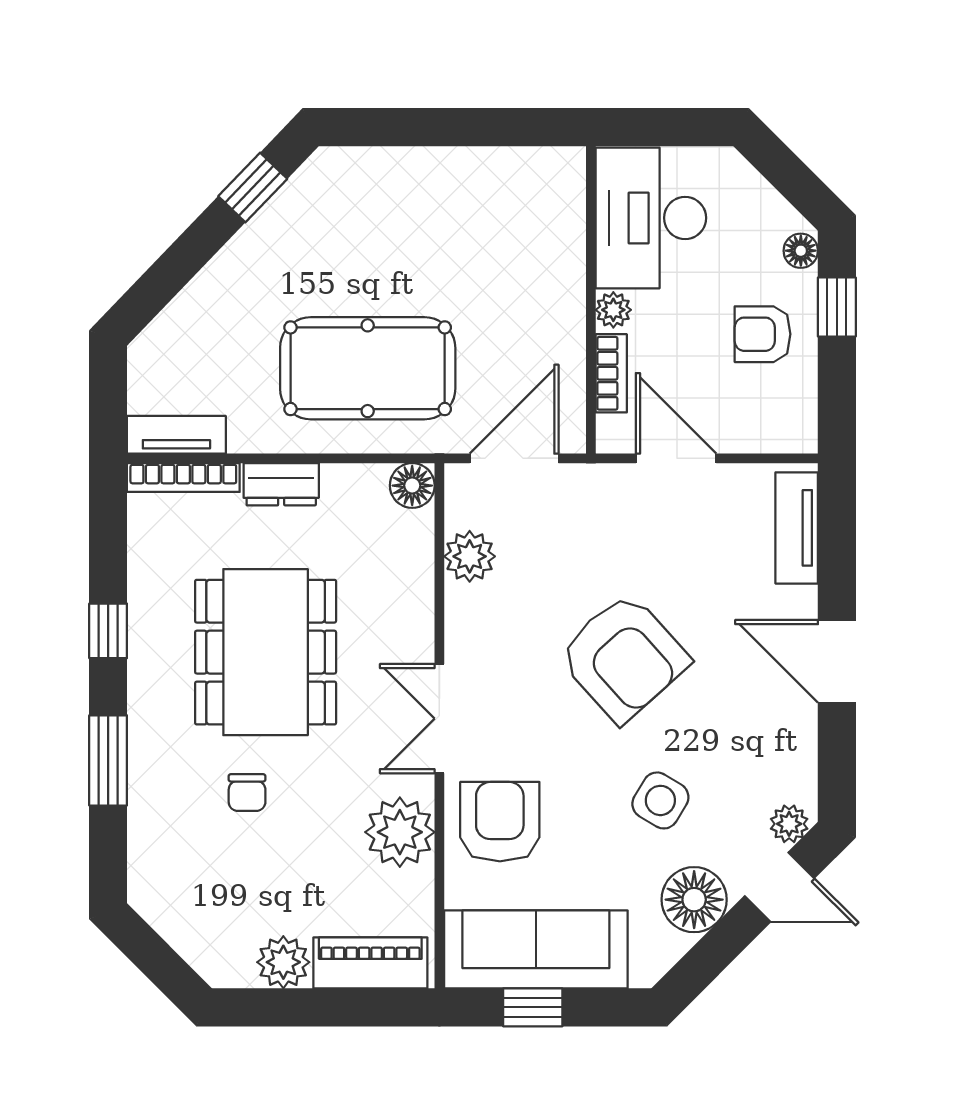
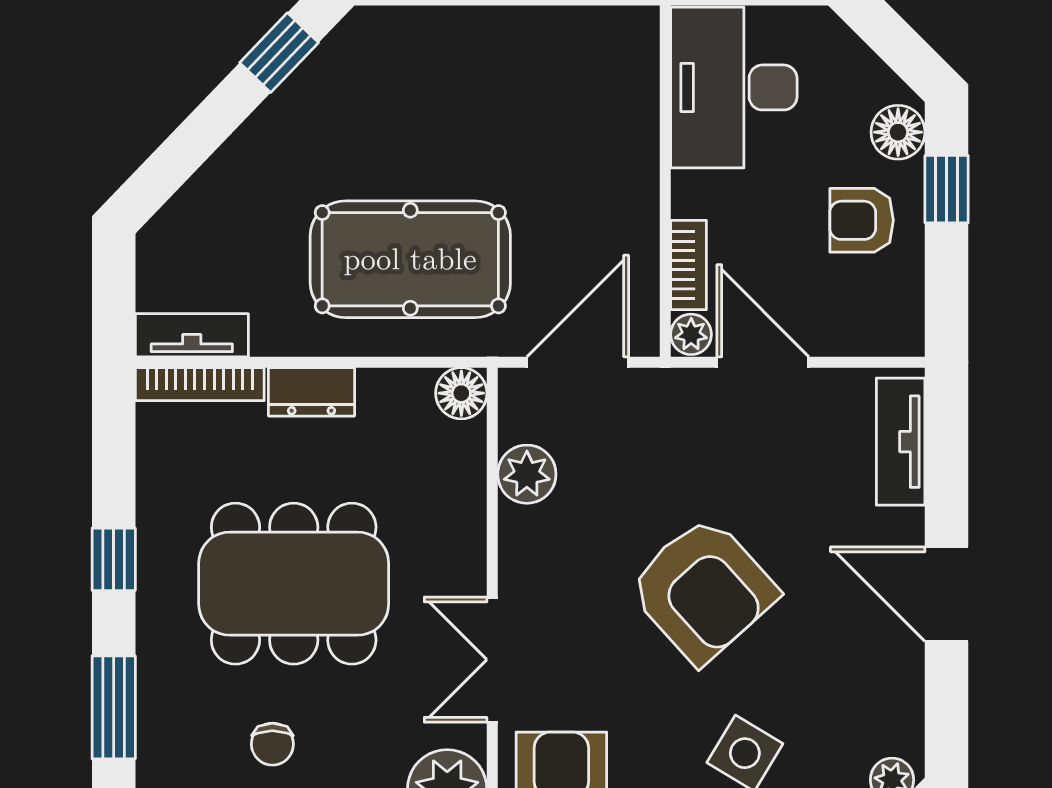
floor lamp: (801, 251) -> (898, 132), width x1.37, depth x1.37
plant: (613, 310) -> (691, 334), moved
dining table: (266, 652) -> (294, 584), turned 90

